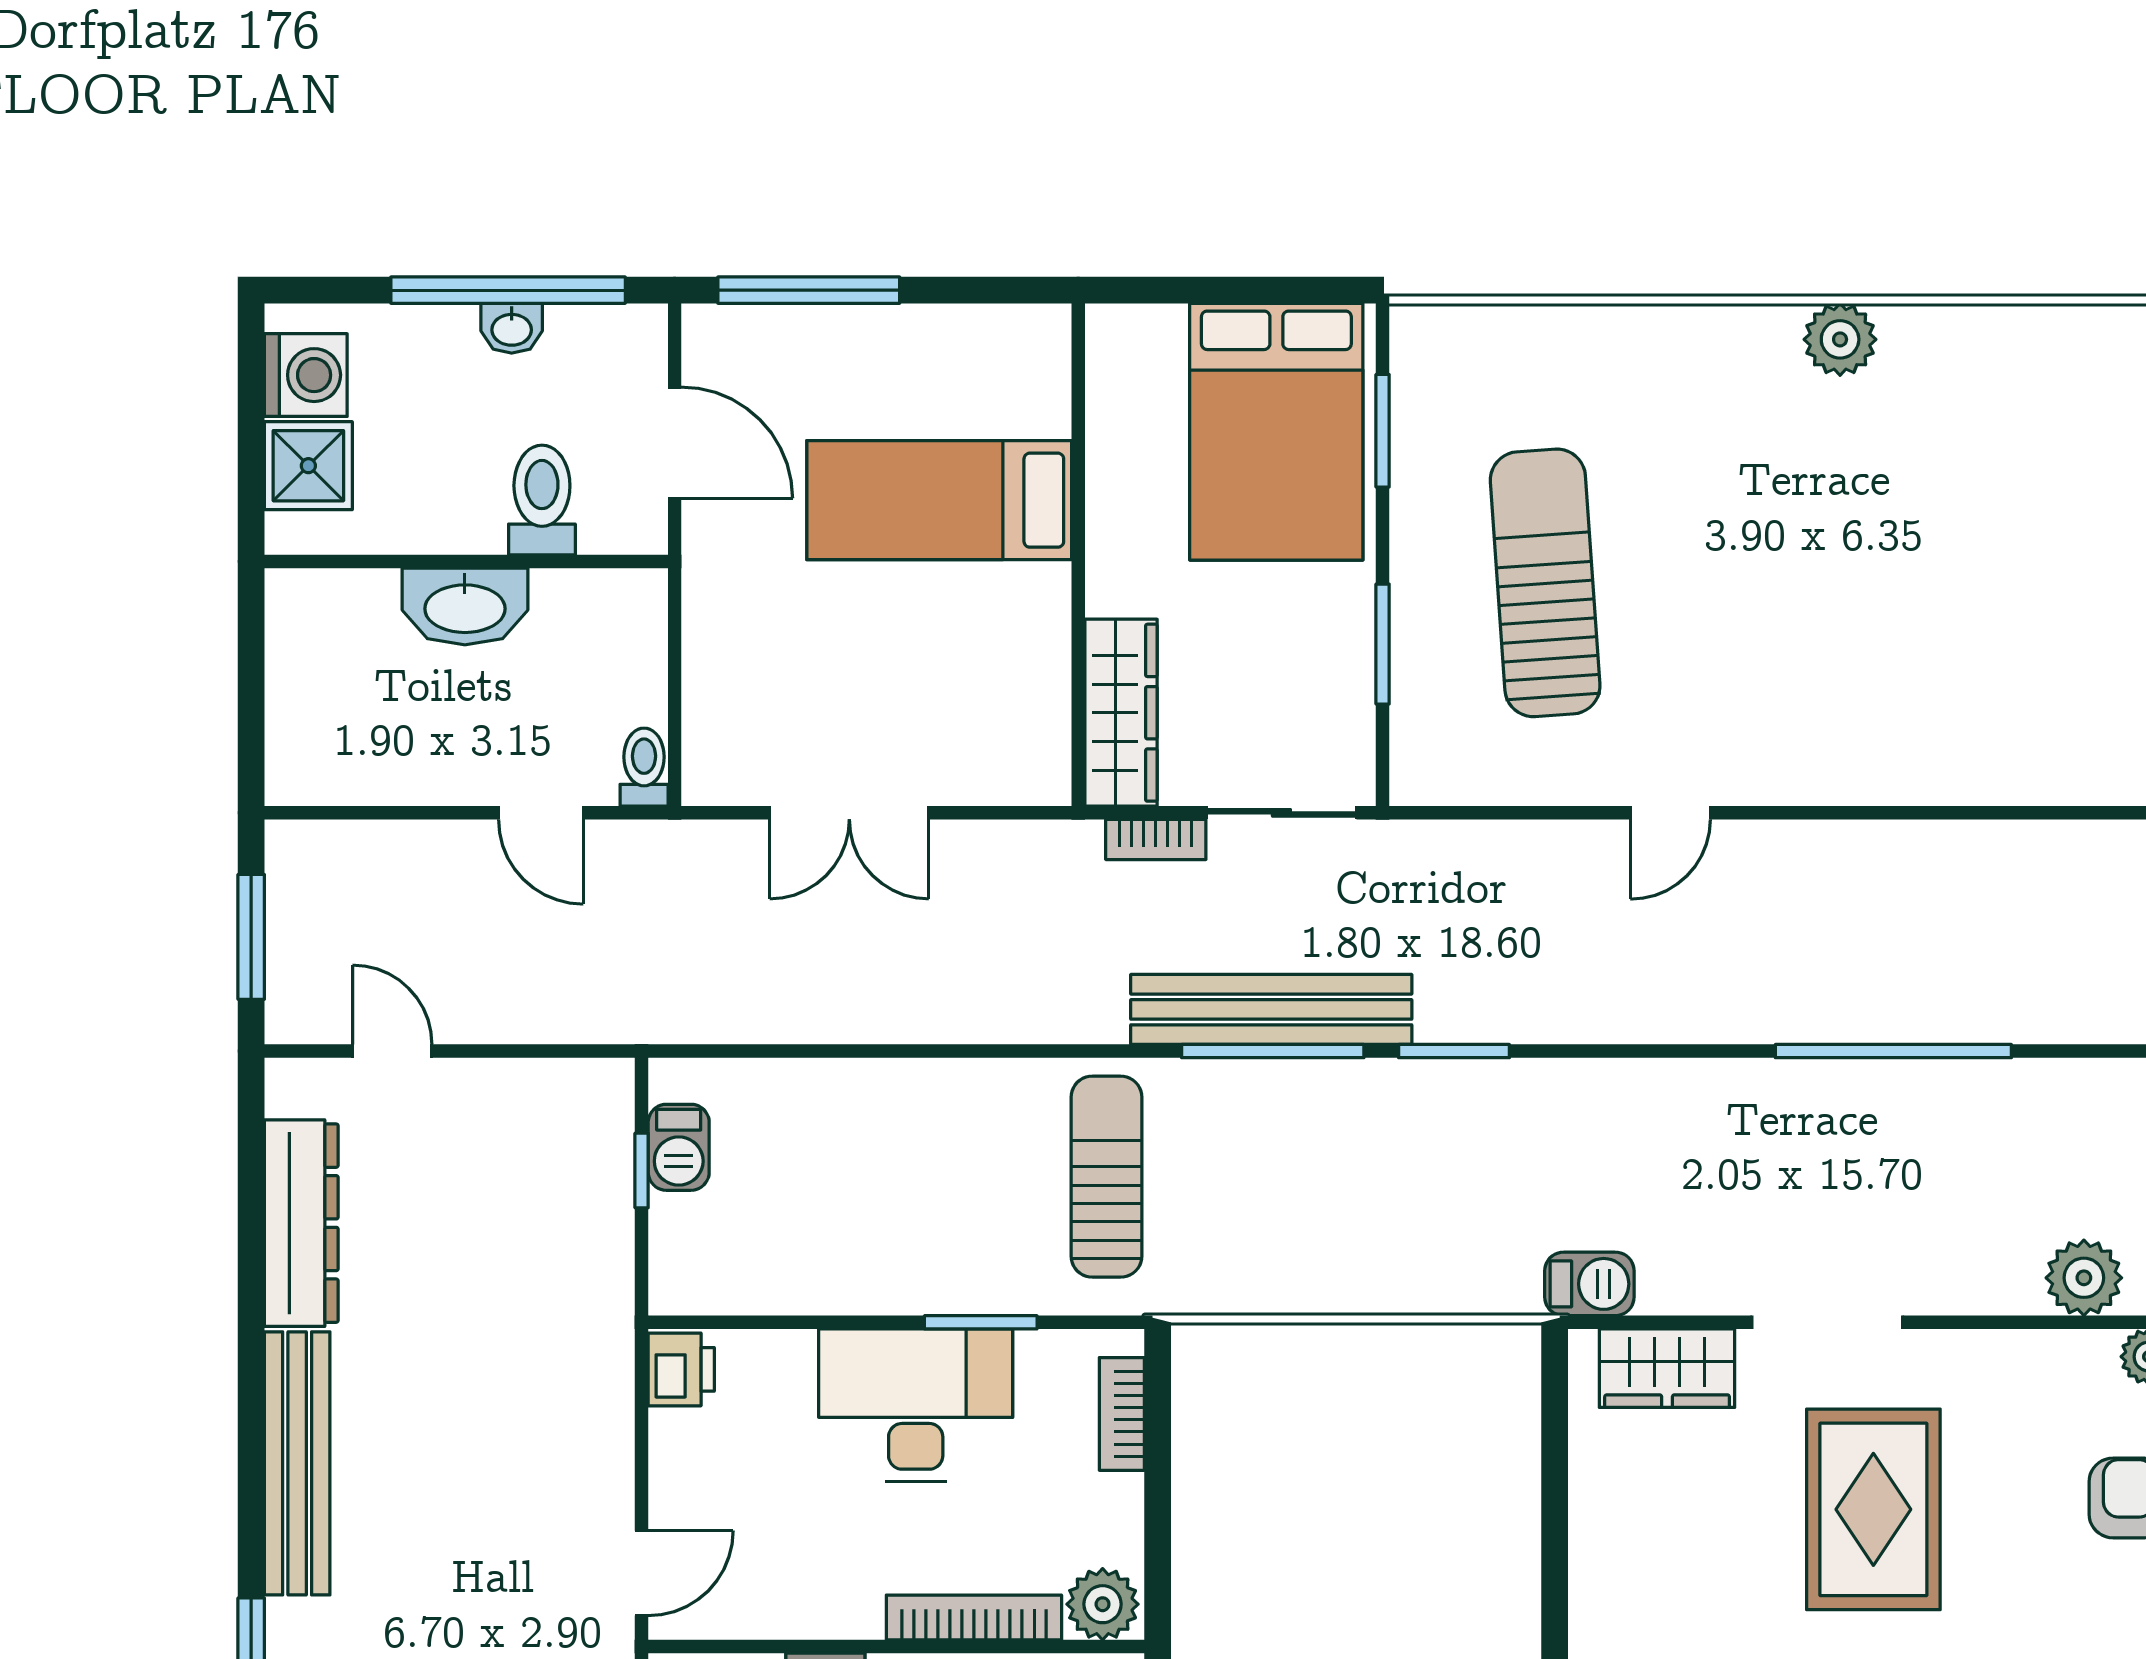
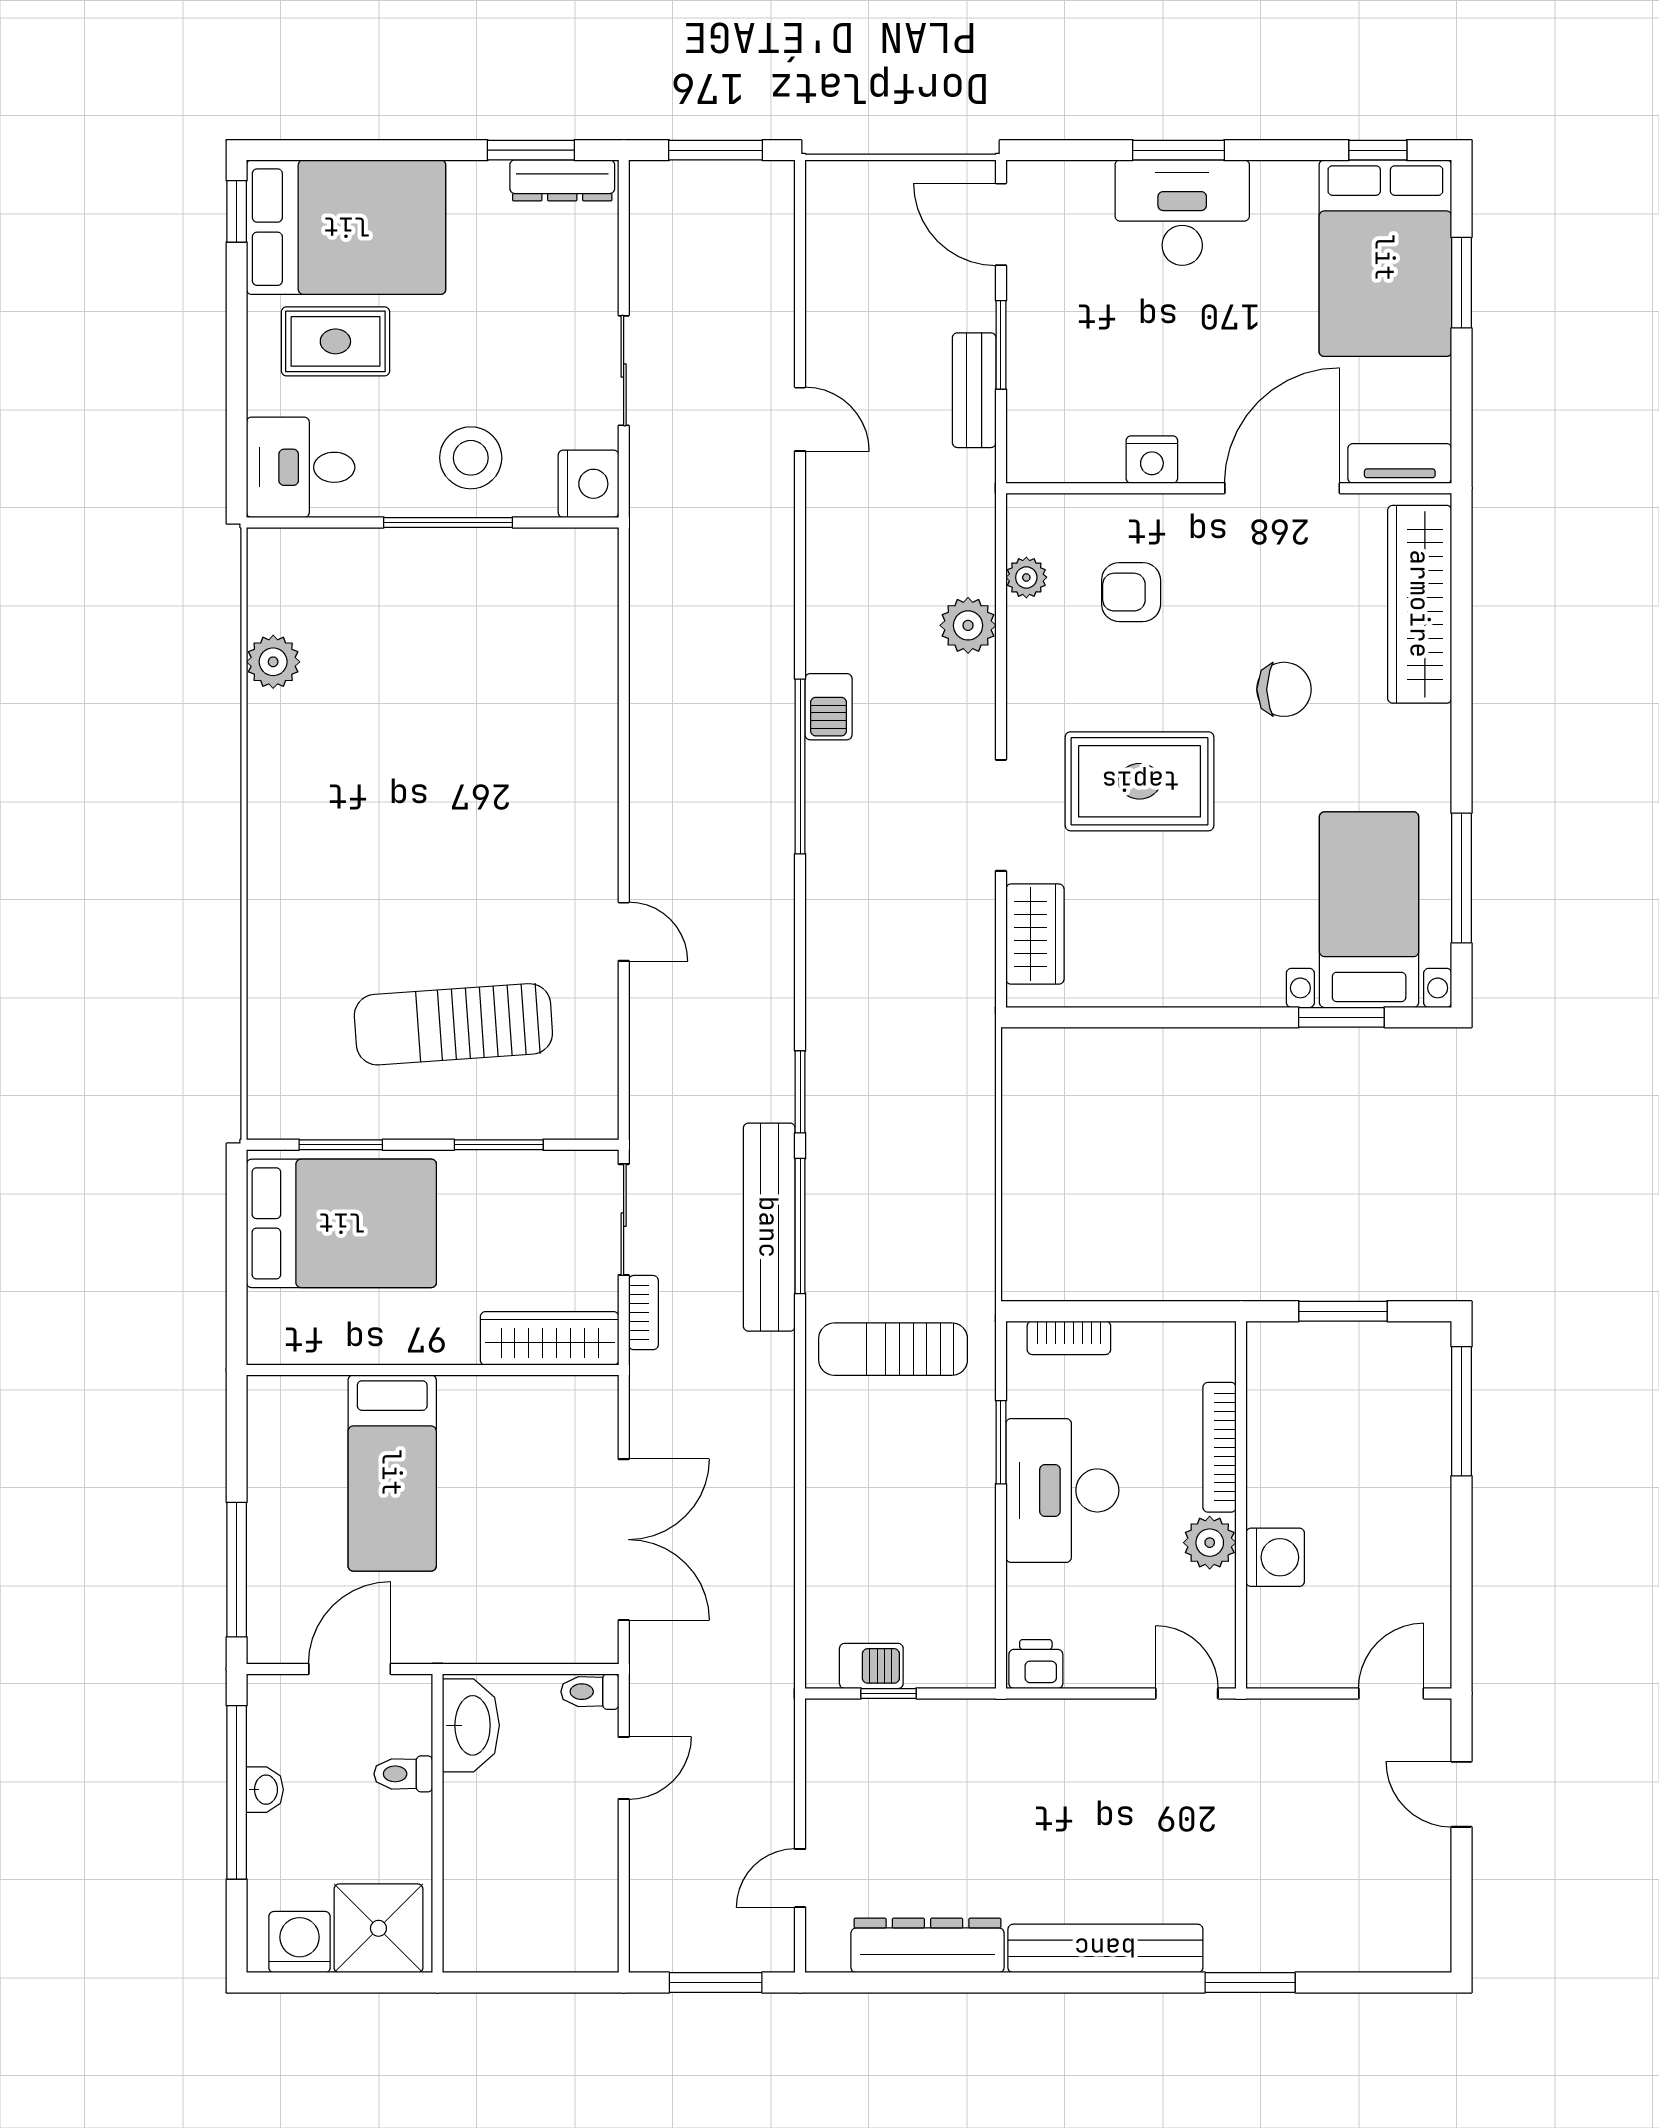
plant: (1840, 339) -> (273, 662), moved
shower: (308, 466) -> (378, 1928), width x1.36, depth x1.36
toilet: (542, 500) -> (403, 1774), width x0.73, depth x0.72
washbasin: (465, 606) -> (471, 1725), moved
double door: (849, 813) -> (624, 1540), width x1.37
barbecue: (1589, 1284) -> (829, 707), moved, turned 180
plant: (1103, 1604) -> (1210, 1543), moved

